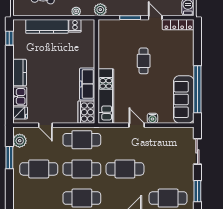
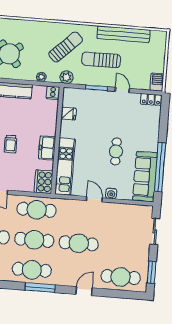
locker: (178, 25) -> (151, 99), width x0.66
cooker: (75, 26) -> (53, 93), moved
fridge: (105, 45) -> (69, 114), added
cafe table: (144, 61) -> (116, 151), moved
trolley: (52, 78) -> (11, 144), added
freezer: (87, 84) -> (47, 148), width x0.71

